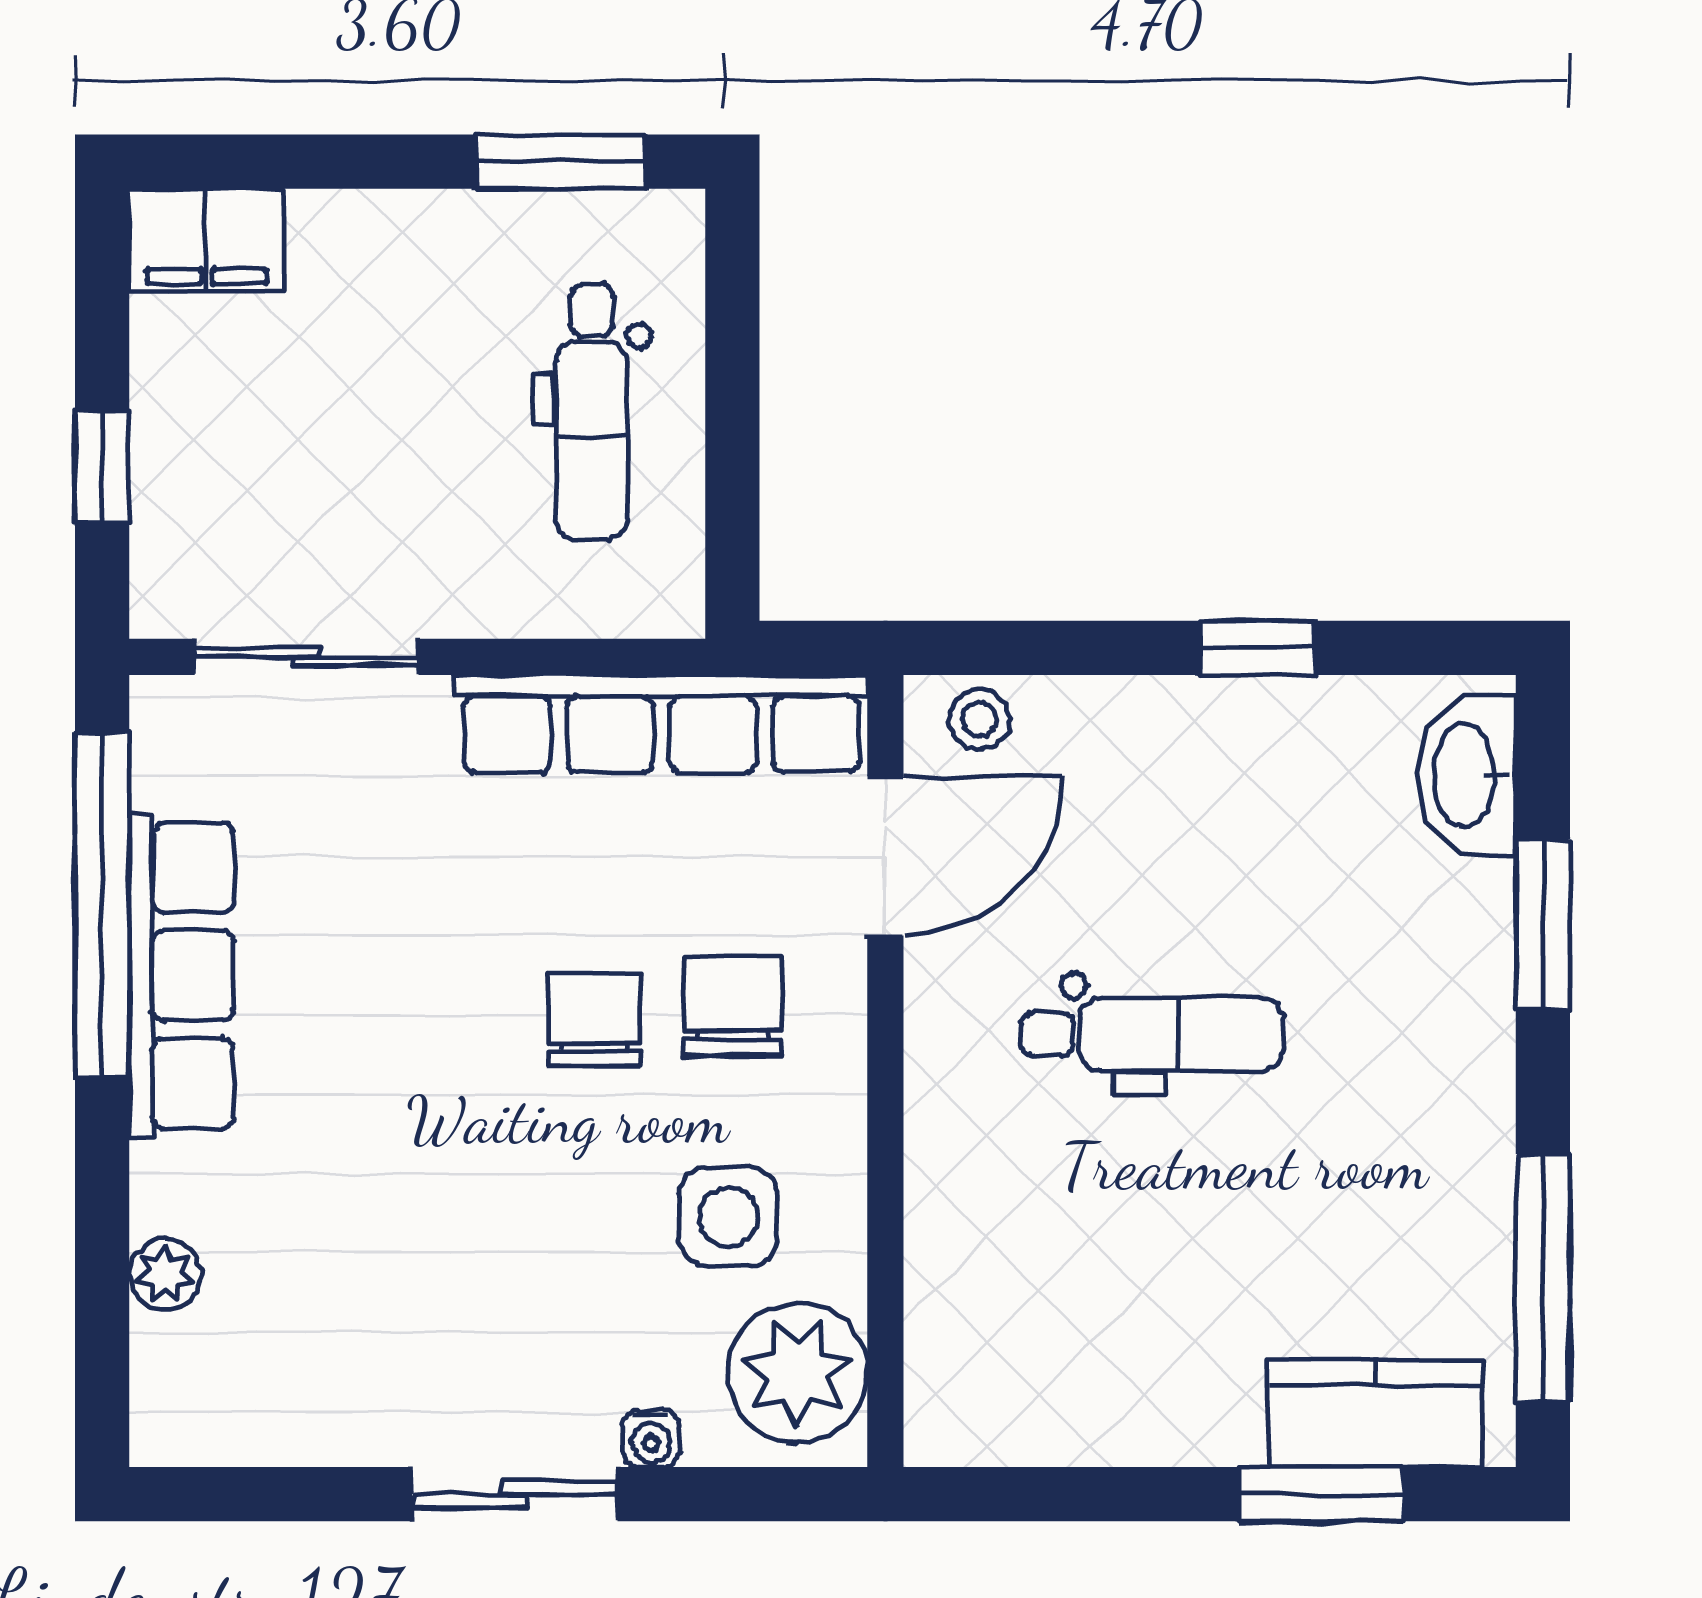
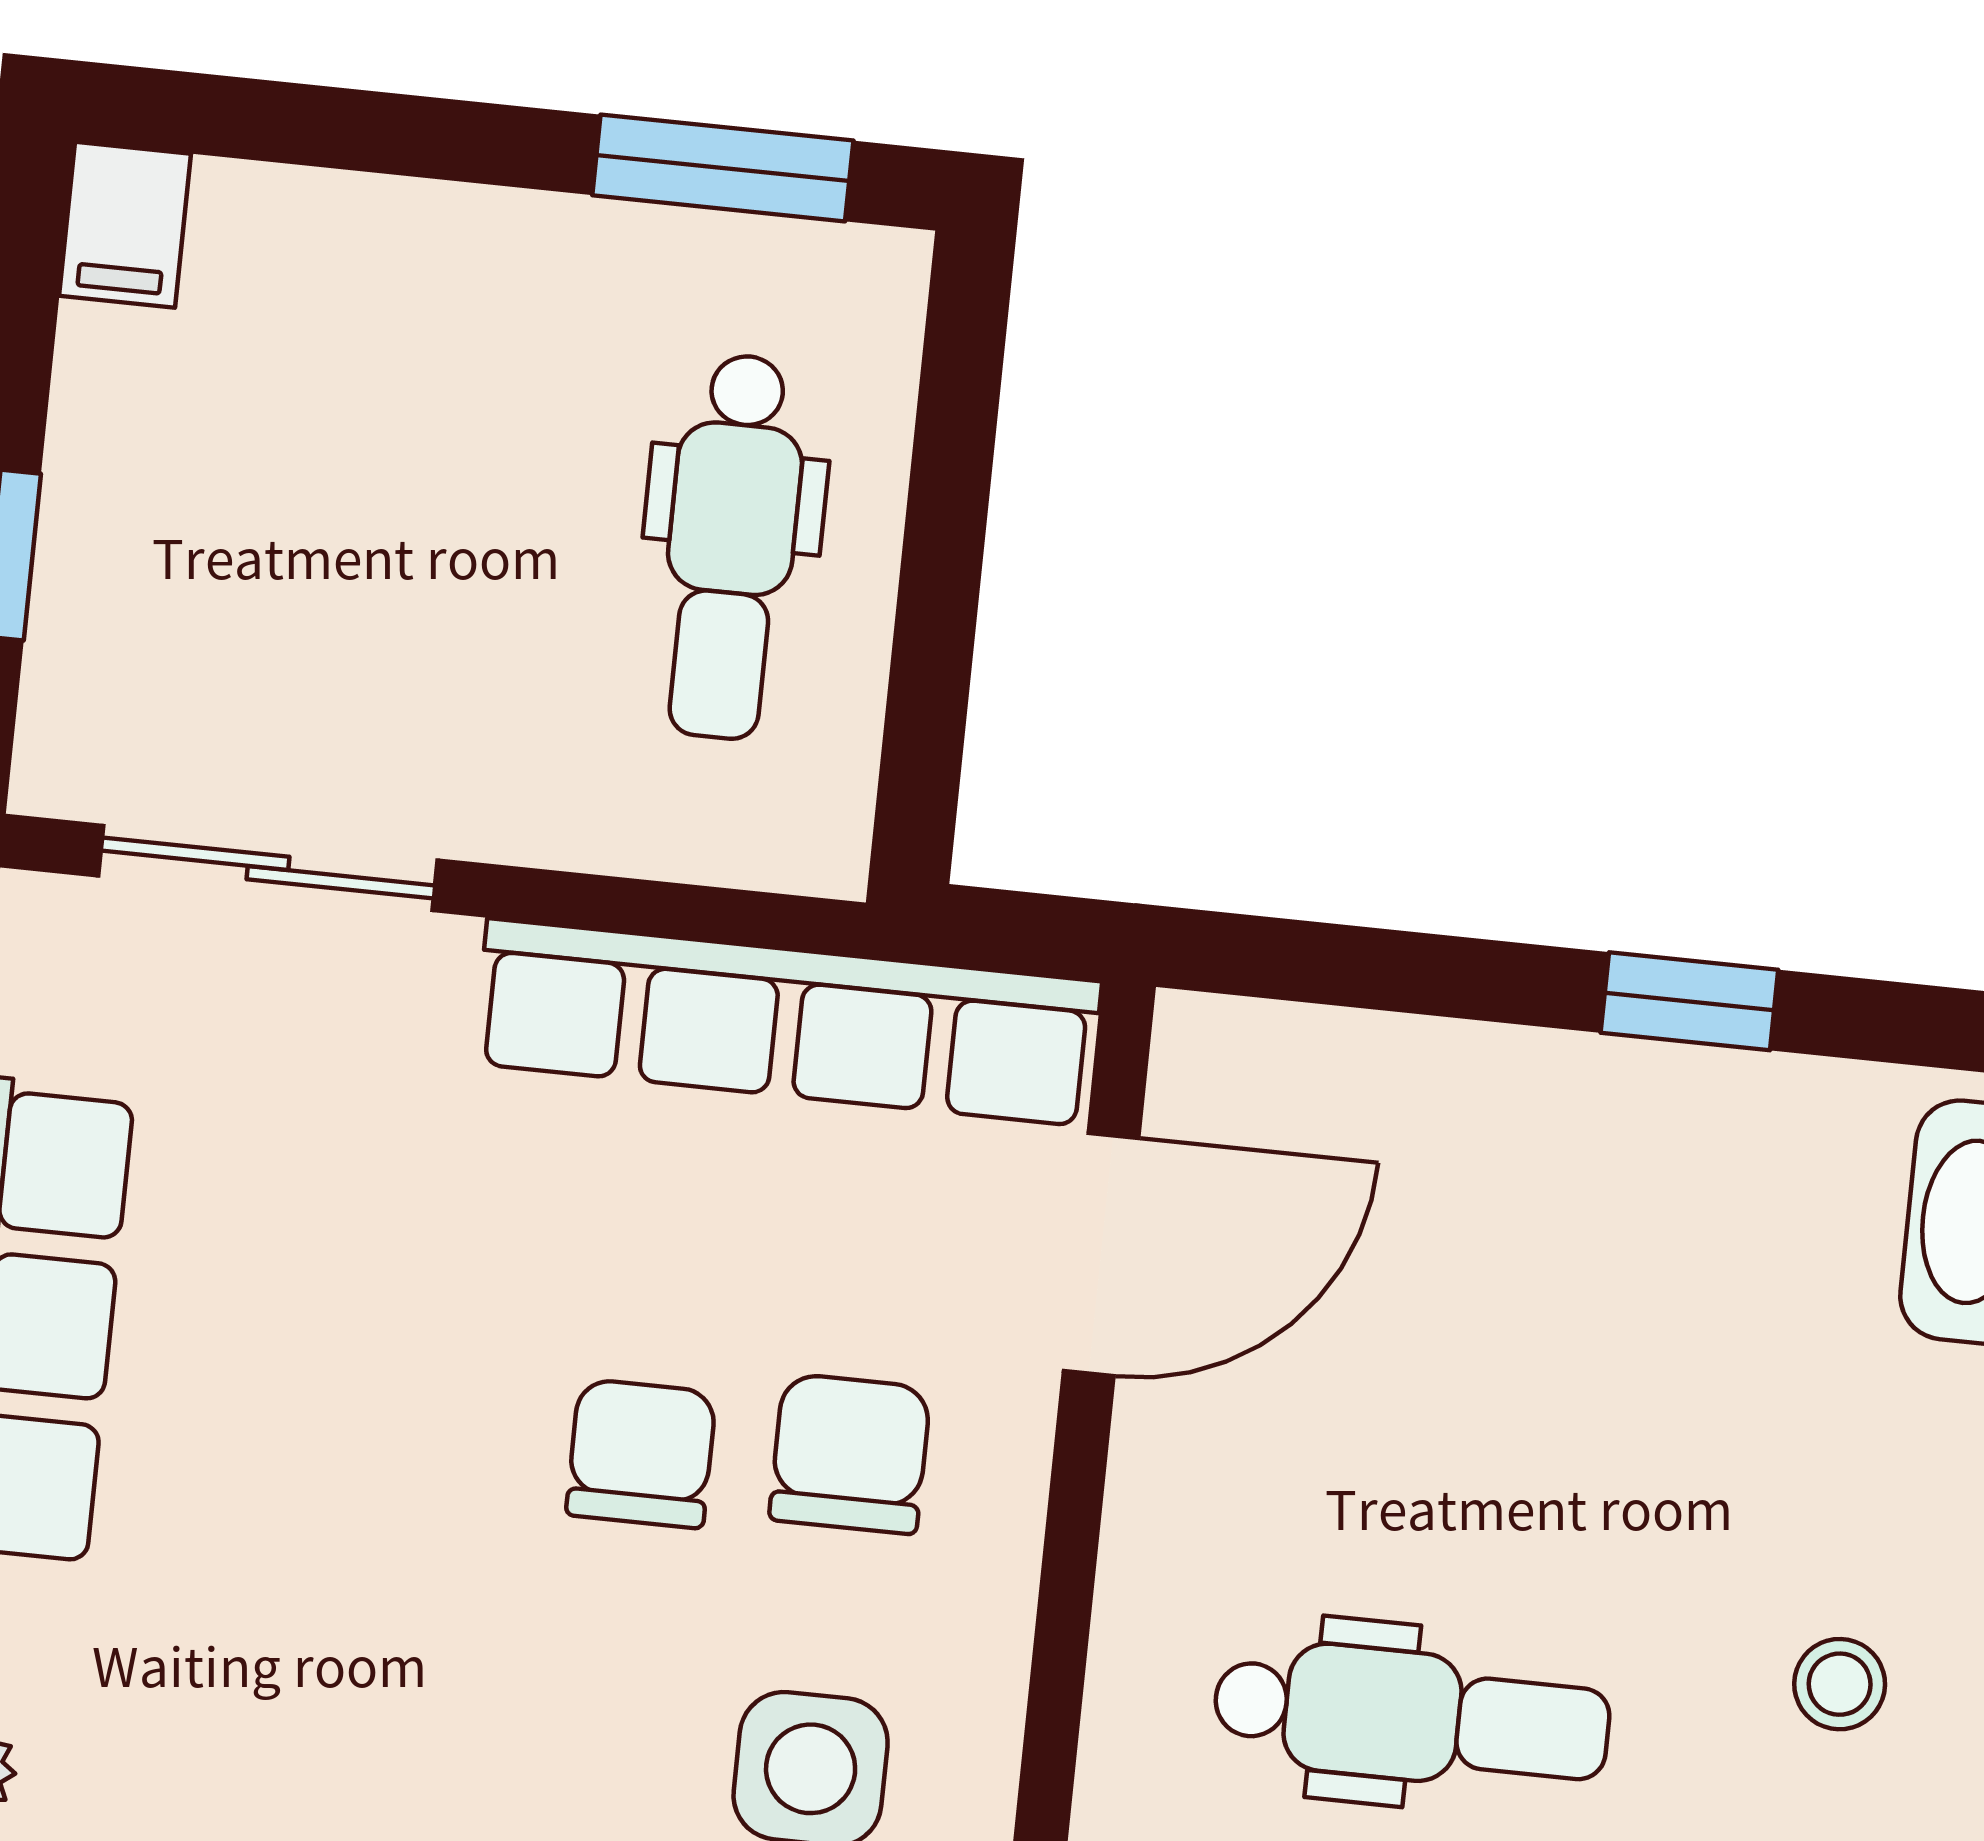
filing cabinet: (207, 240) -> (125, 225), width x0.50
stool: (980, 719) -> (1840, 1684), moved
dental chair: (1152, 1034) -> (1412, 1716), moved

